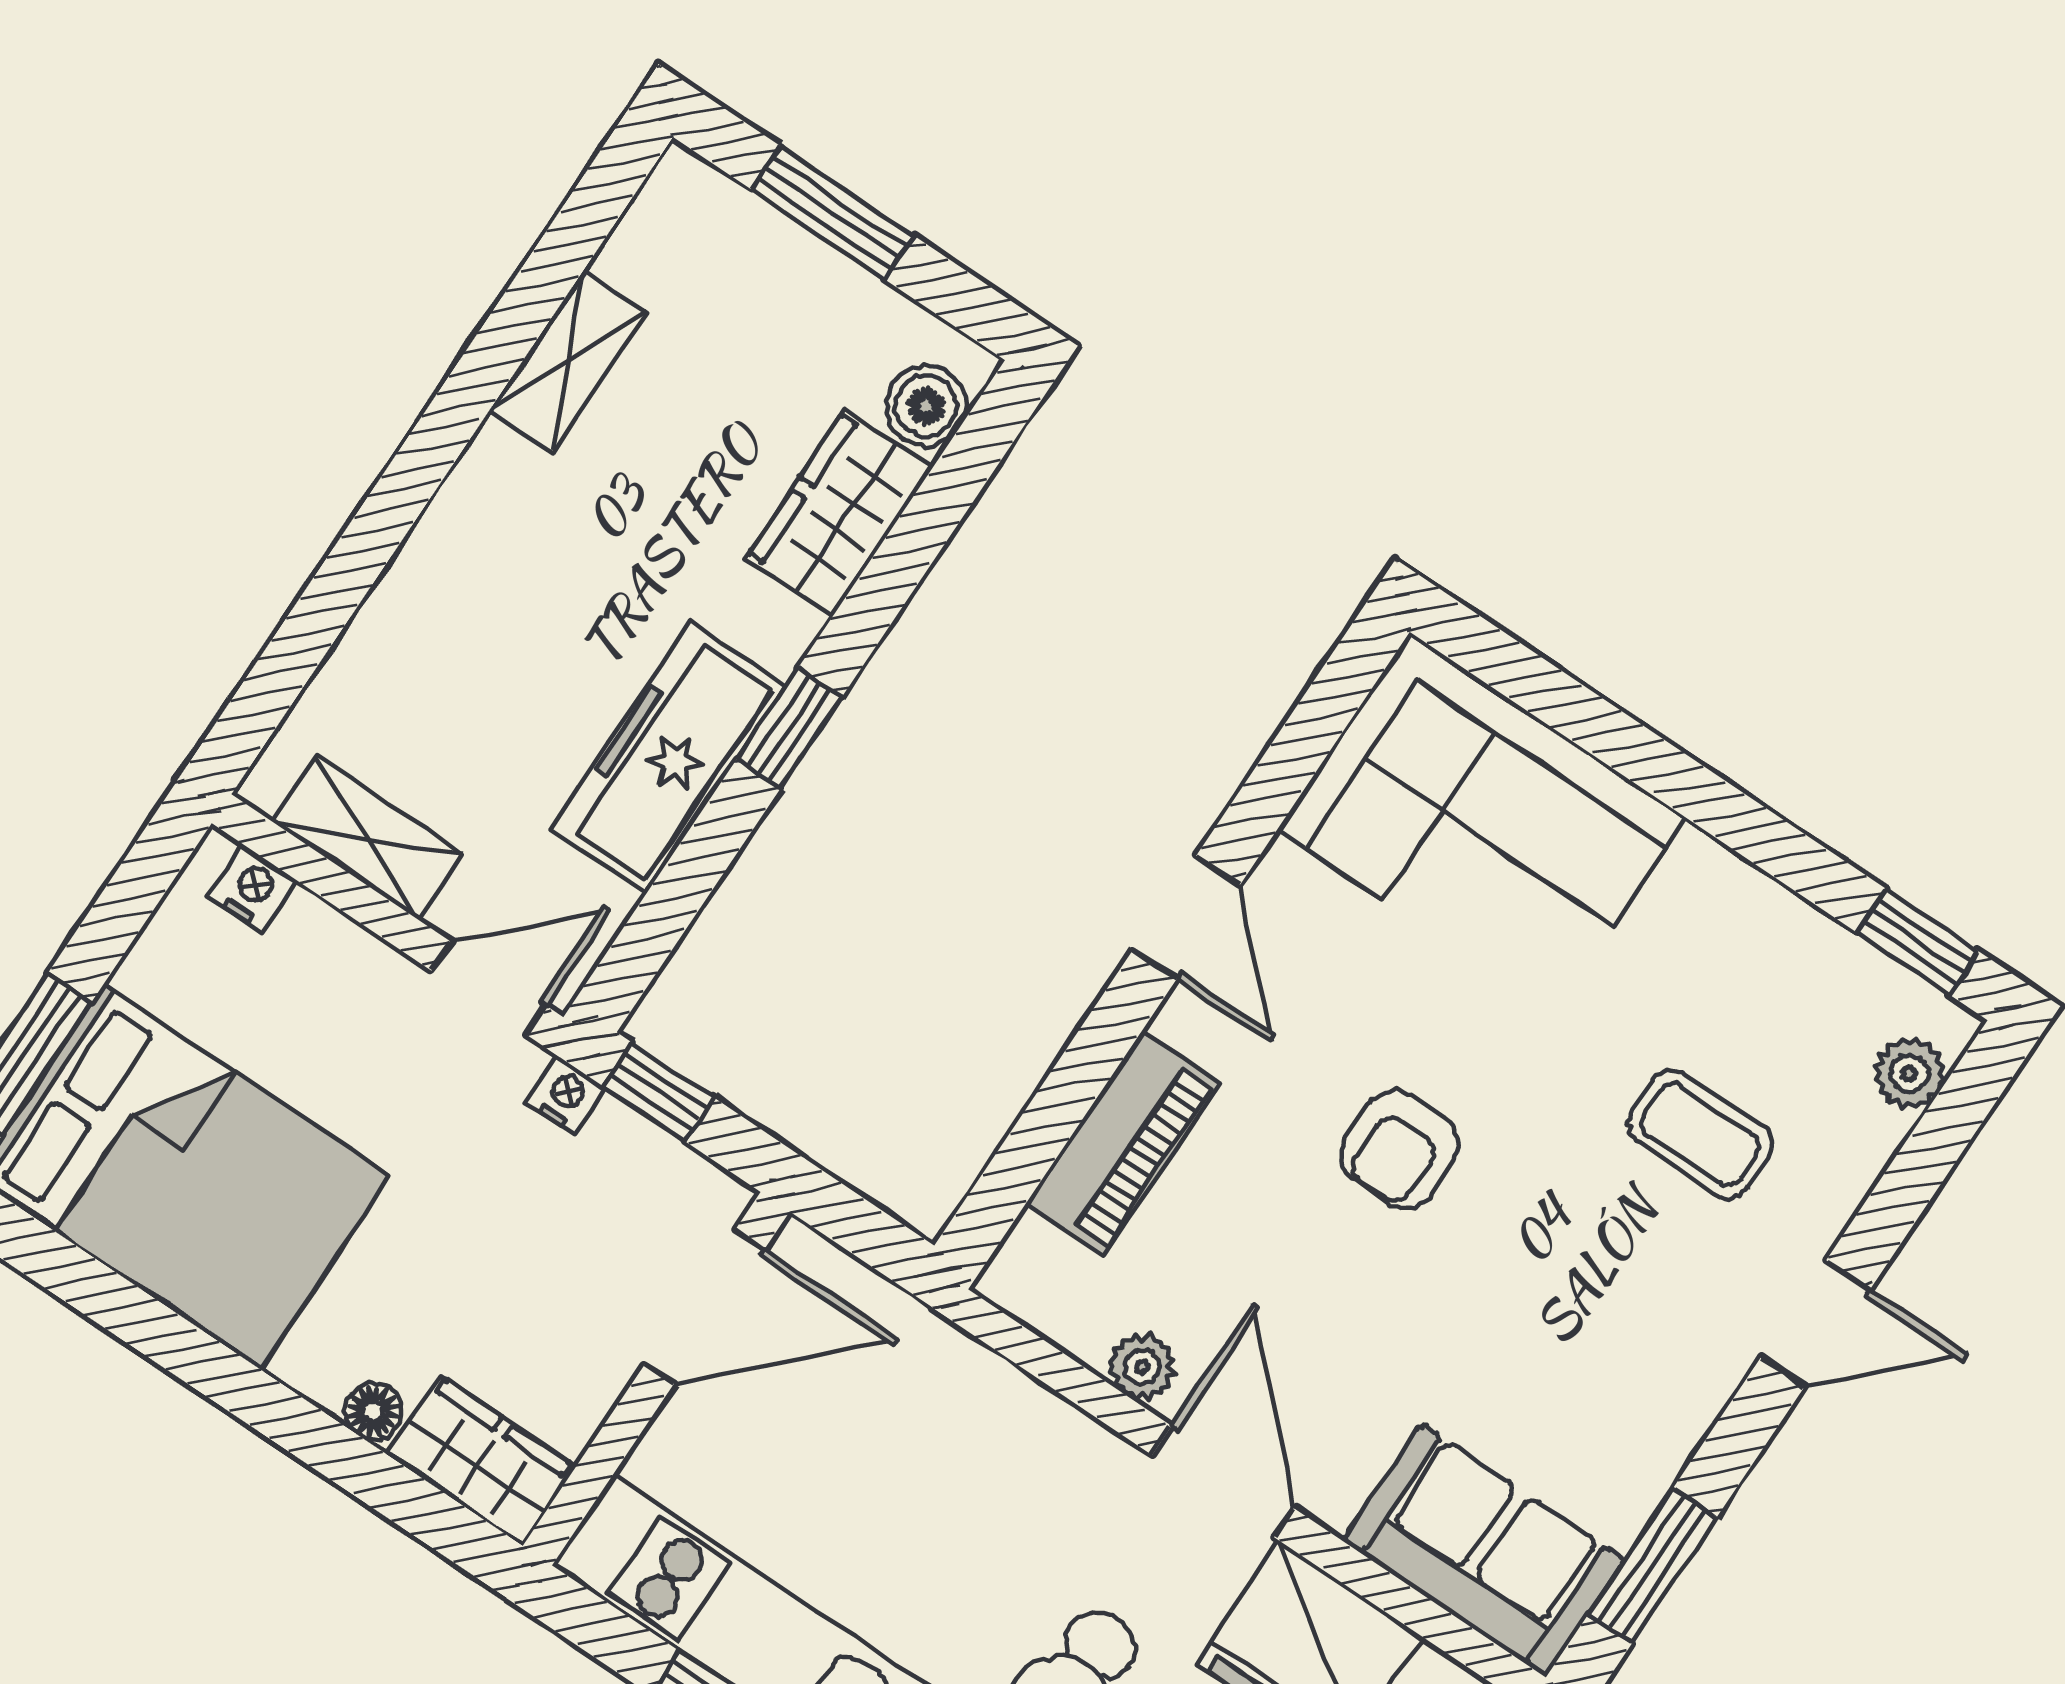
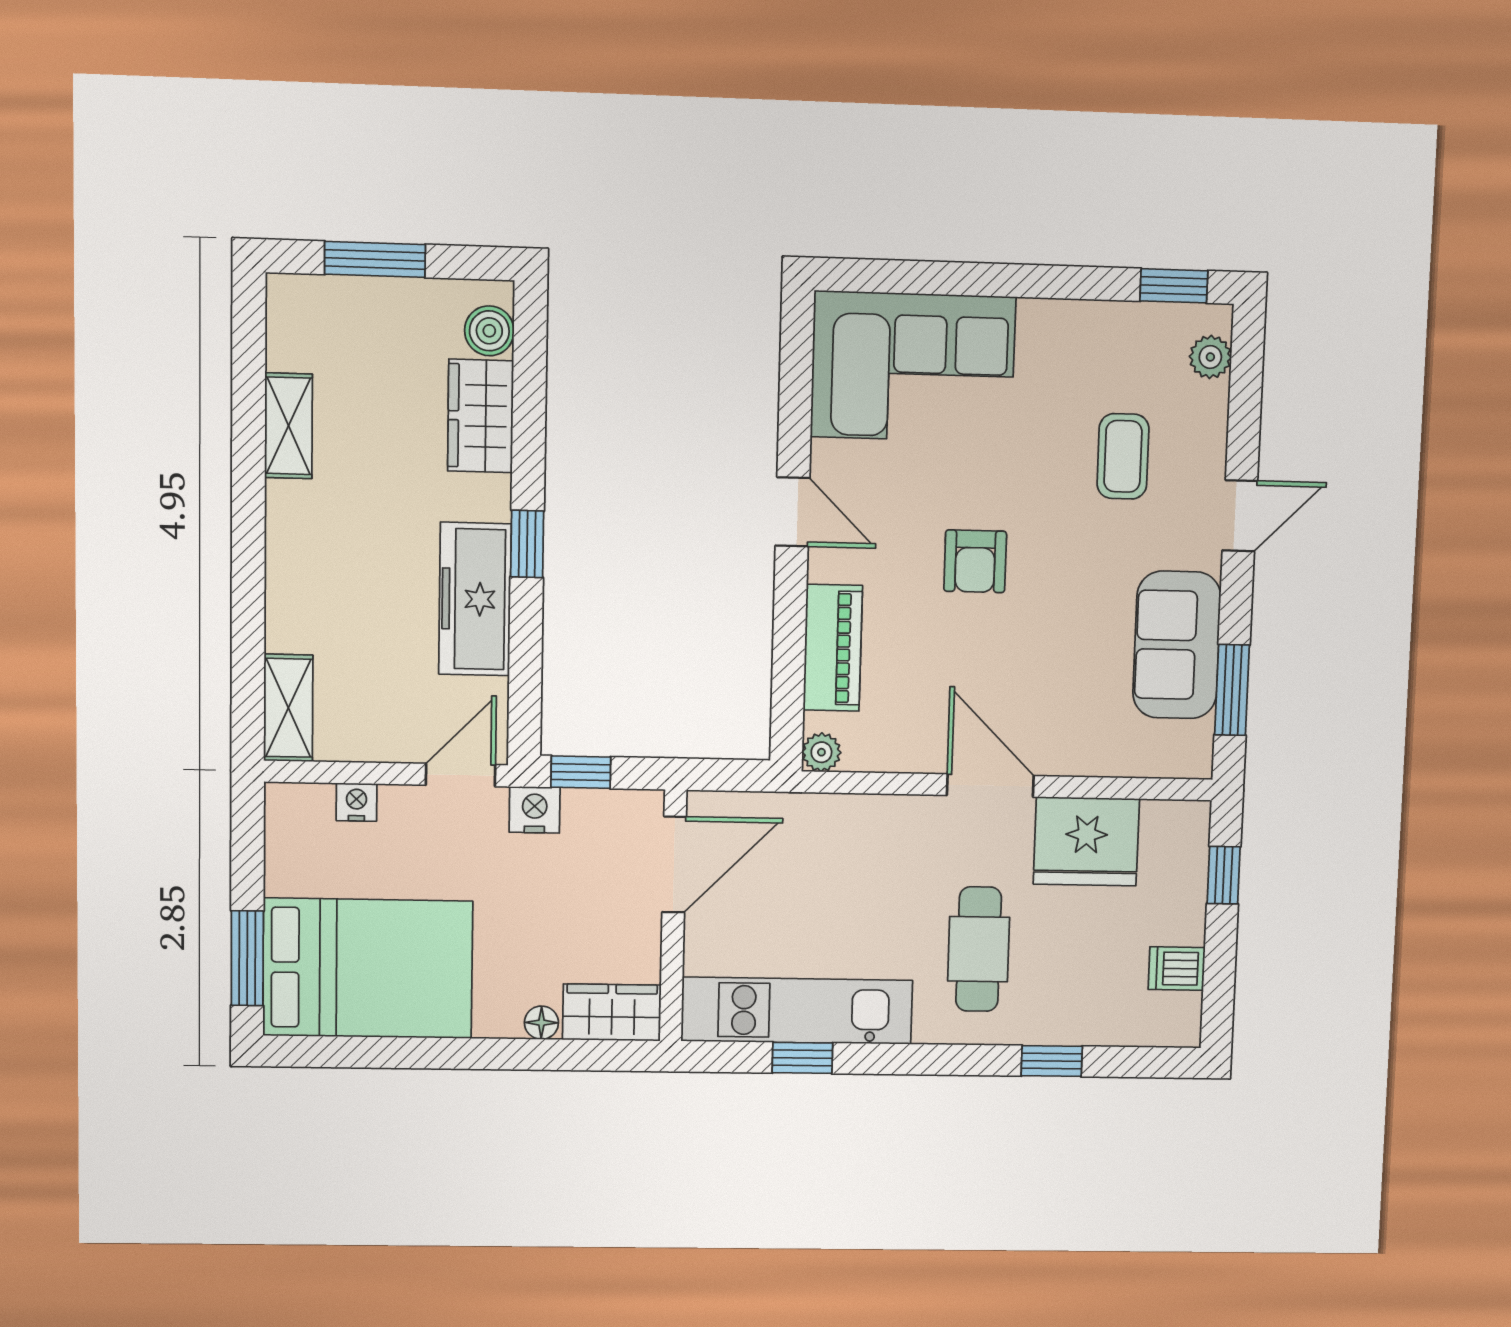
shelving: (367, 838) -> (288, 708), moved, turned 90
nightstand: (253, 888) -> (356, 802), moved
nightstand: (565, 1095) -> (535, 810), width x1.39, depth x1.35
coffee table: (1700, 1134) -> (1123, 456), turned 90
plant: (1142, 1367) -> (821, 752), moved
sofa: (1483, 1550) -> (1177, 645), moved, turned -90

